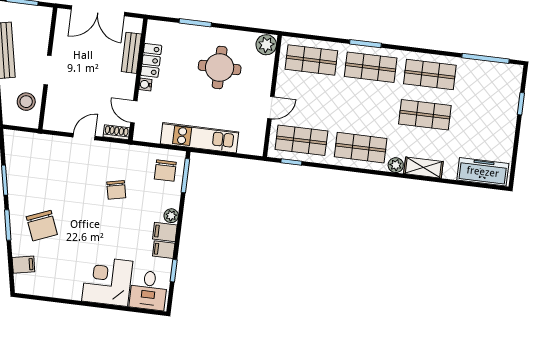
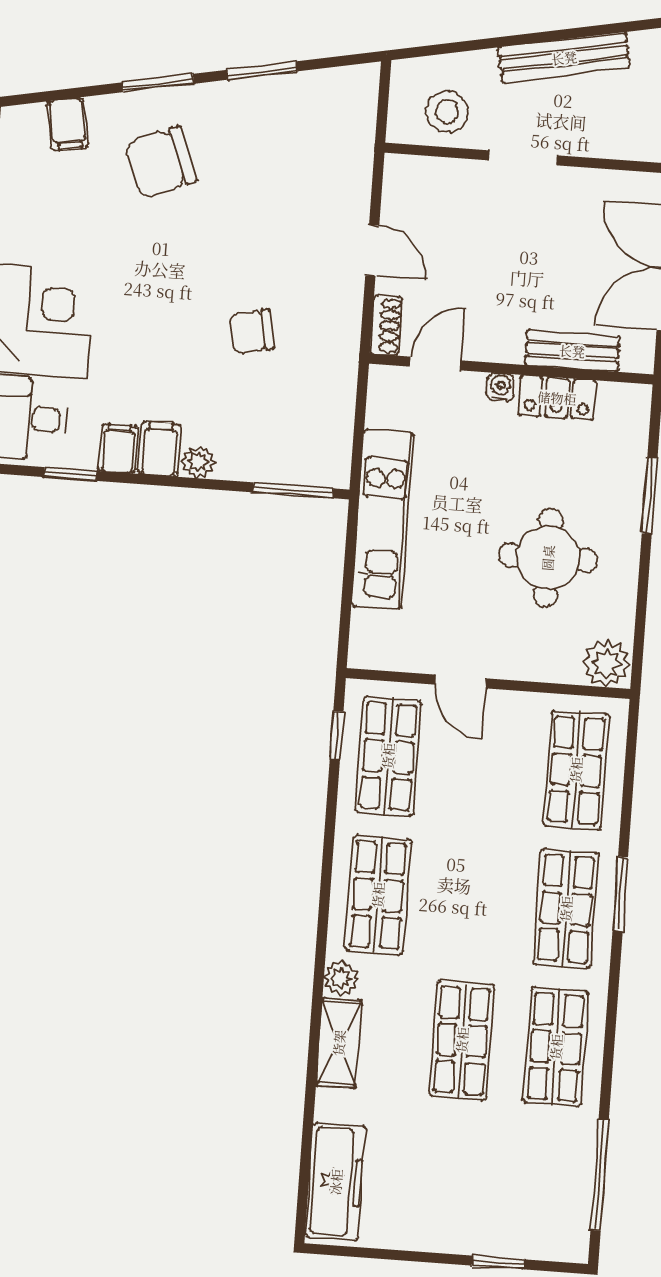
chair: (165, 171) -> (303, 443), removed

